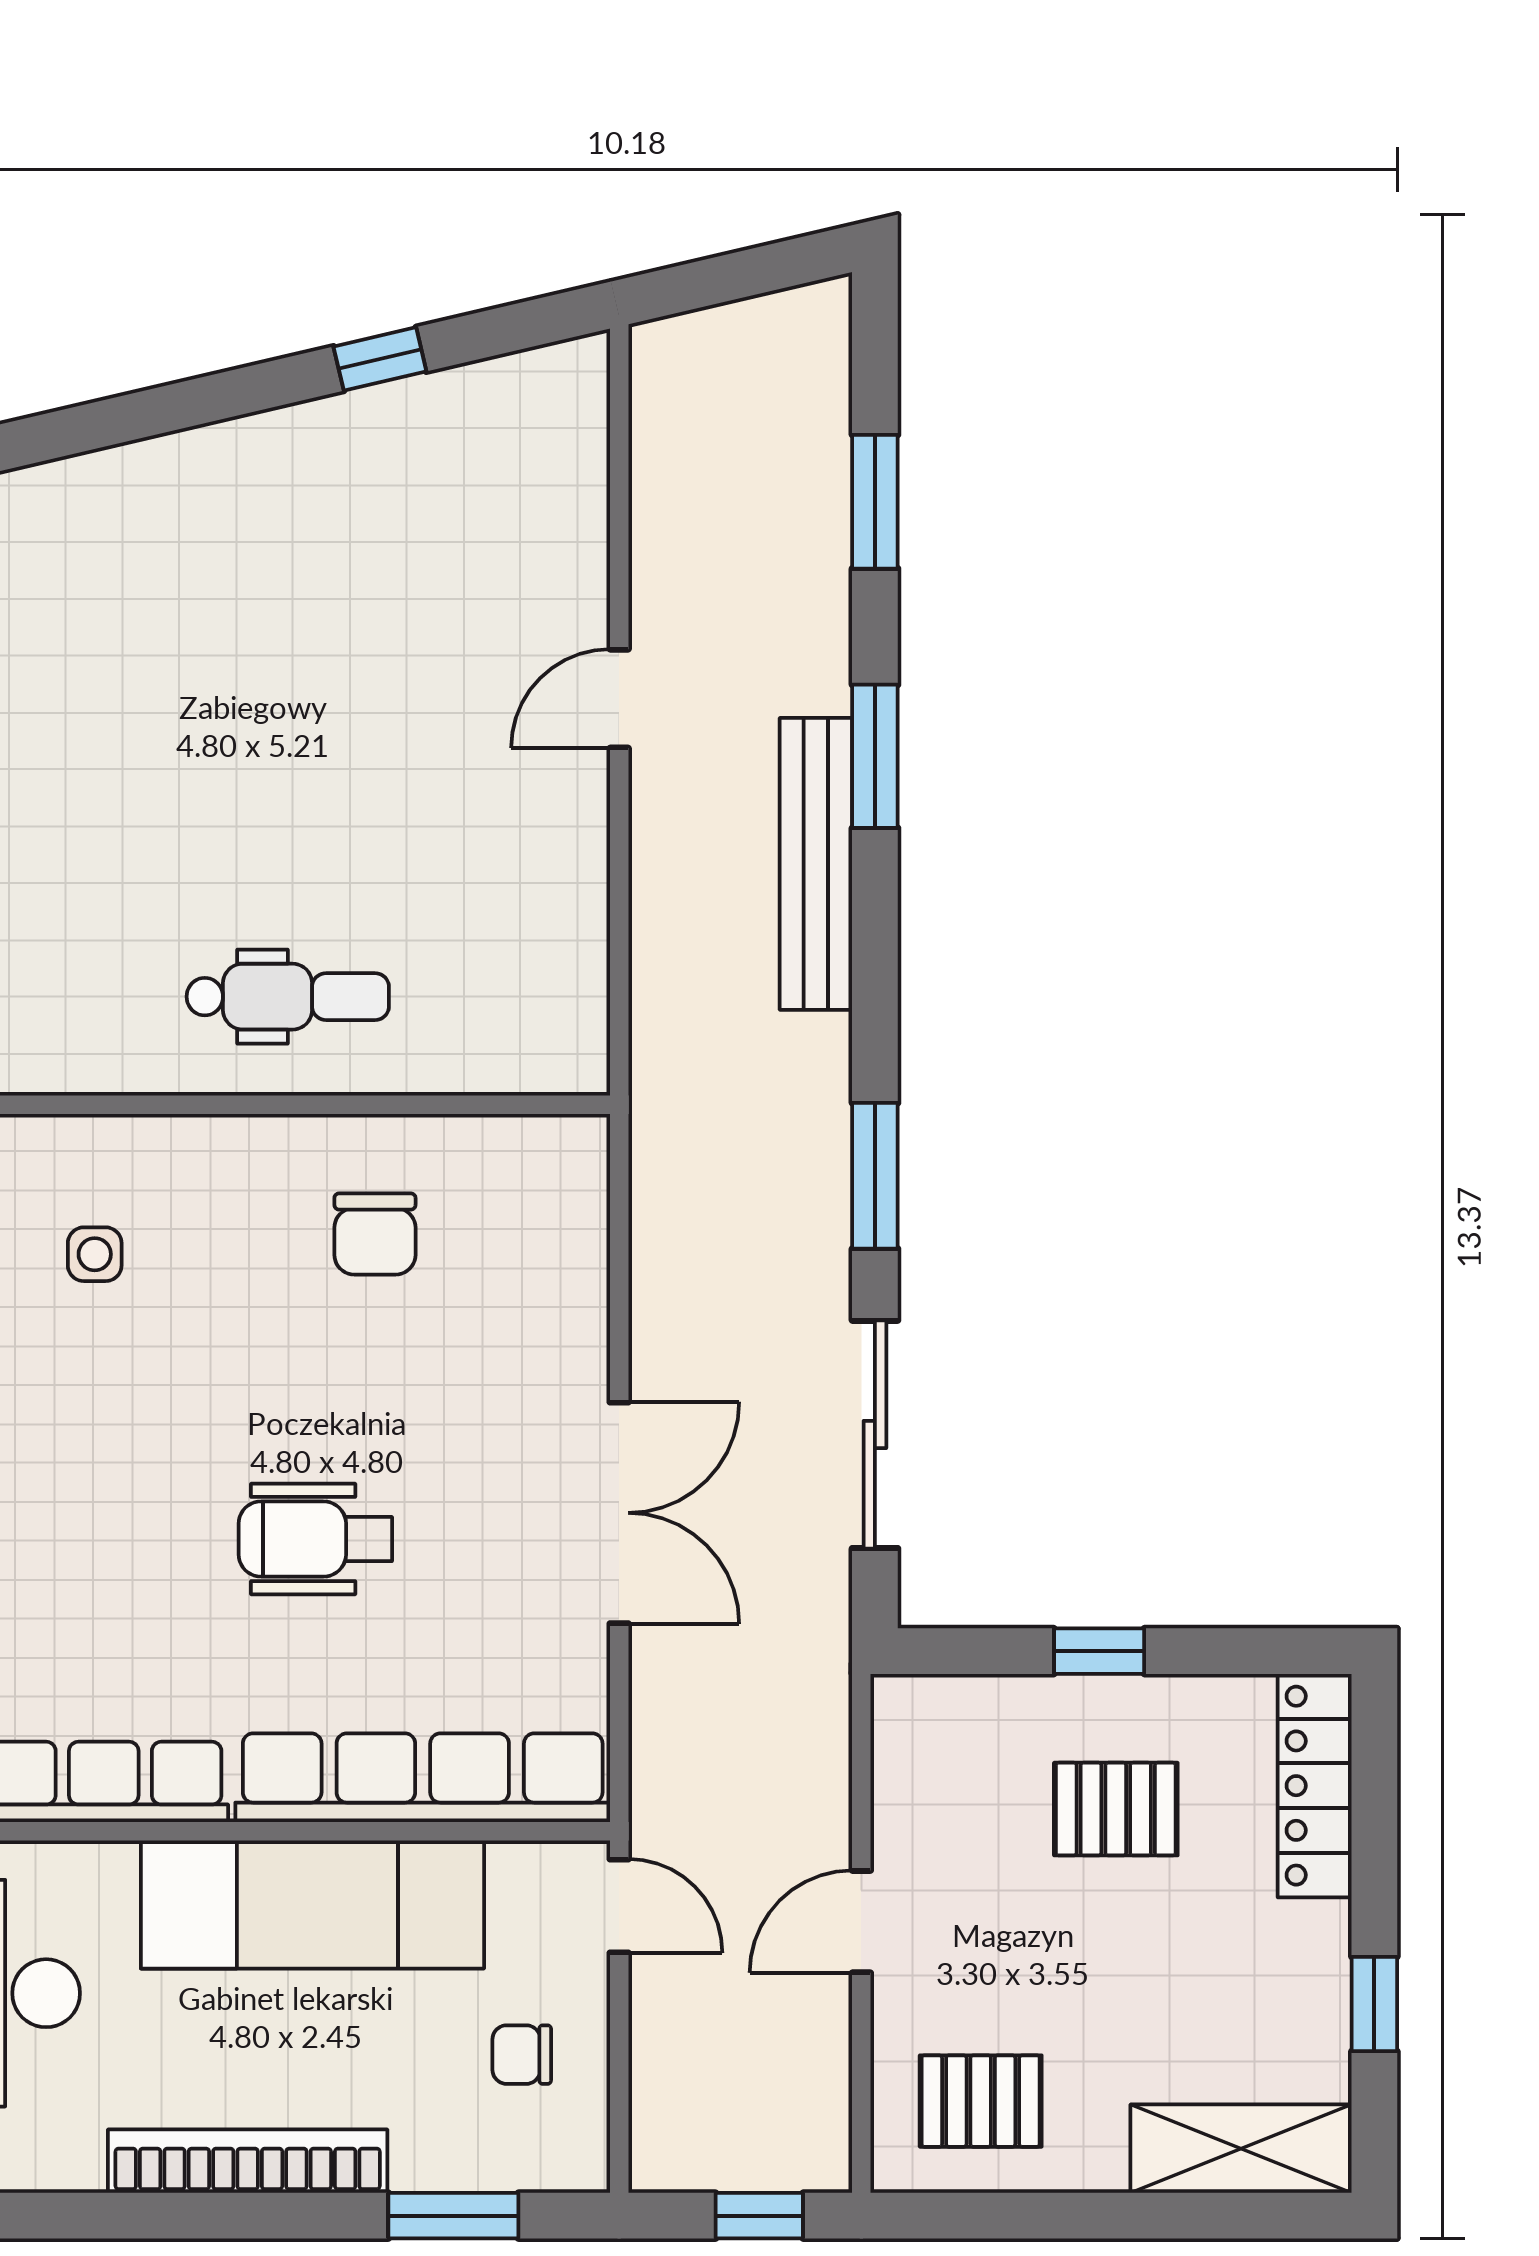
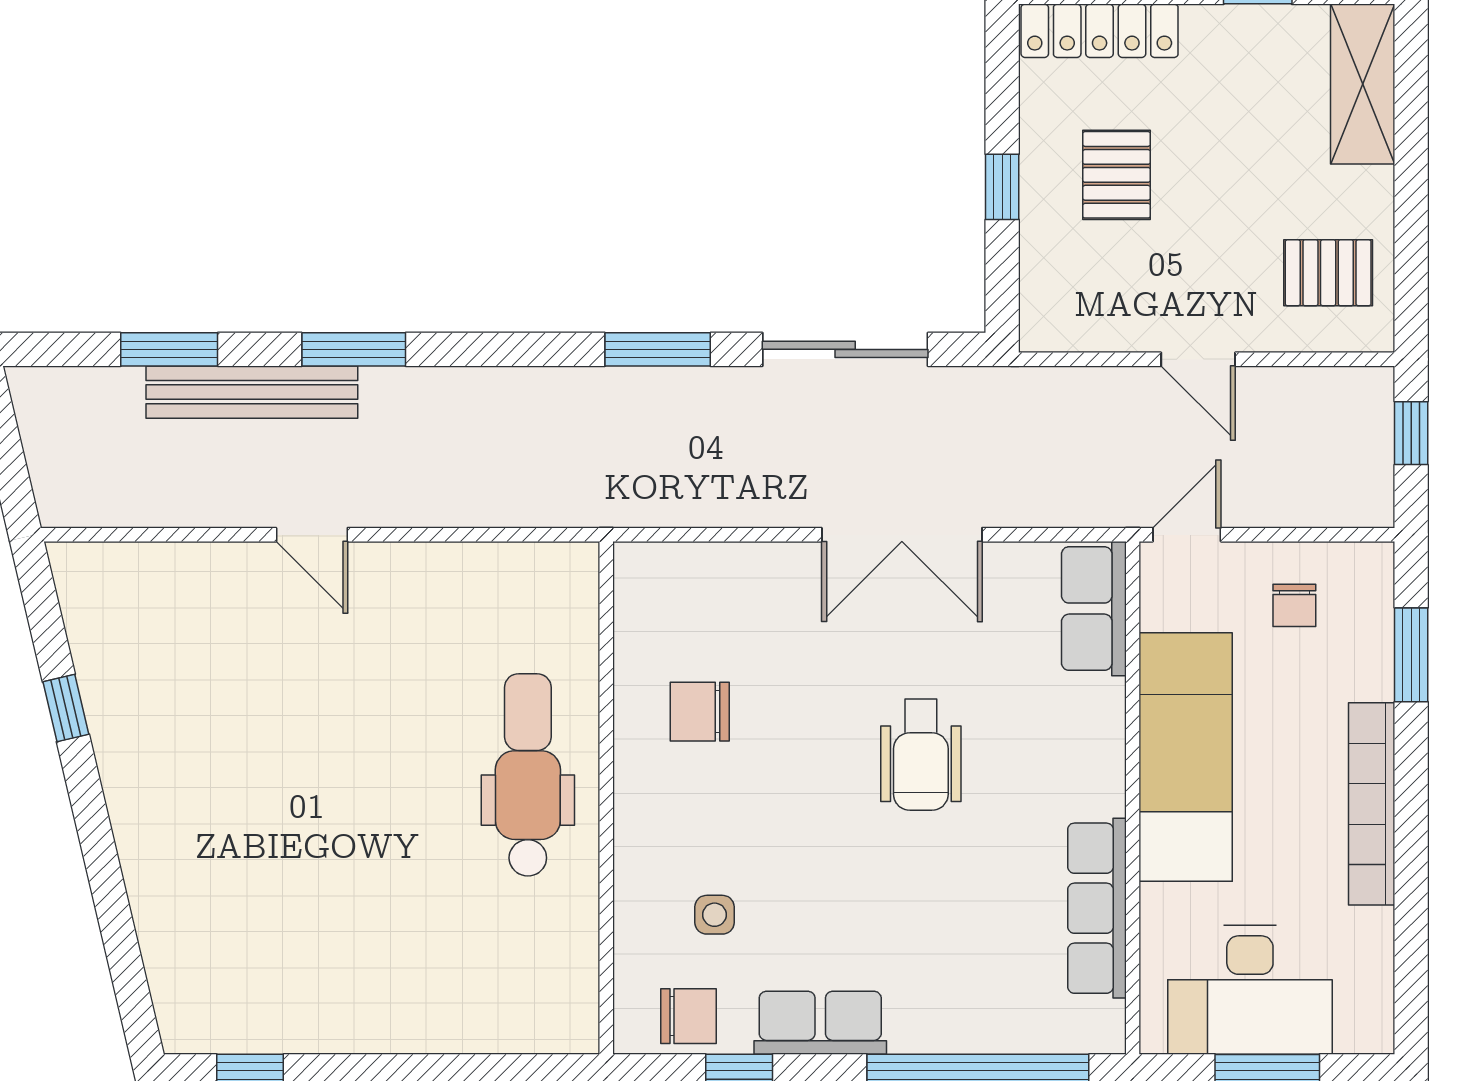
bench: (816, 864) -> (252, 392), moved
dental chair: (288, 997) -> (528, 775), width x1.36, depth x1.38
chair: (375, 1234) -> (700, 712), turned 180
double door: (619, 1513) -> (902, 535), swing flipped
row of seats: (423, 1778) -> (1094, 609), width x0.50
pallet: (981, 2101) -> (1328, 273), turned 90

